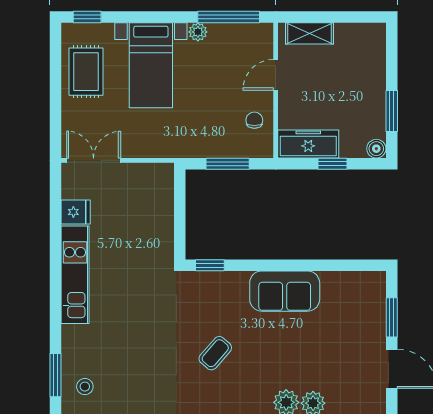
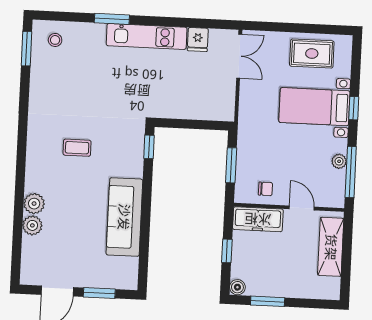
window: (87, 17) -> (354, 108), moved
plant: (198, 32) -> (339, 161), moved
shelving: (309, 33) -> (331, 247), width x1.50, depth x1.33
freezer: (308, 144) -> (258, 219), moved, turned 90
sofa: (285, 291) -> (124, 217), width x1.36
coffee table: (215, 353) -> (77, 148), turned -41
window: (56, 375) -> (112, 19), moved

